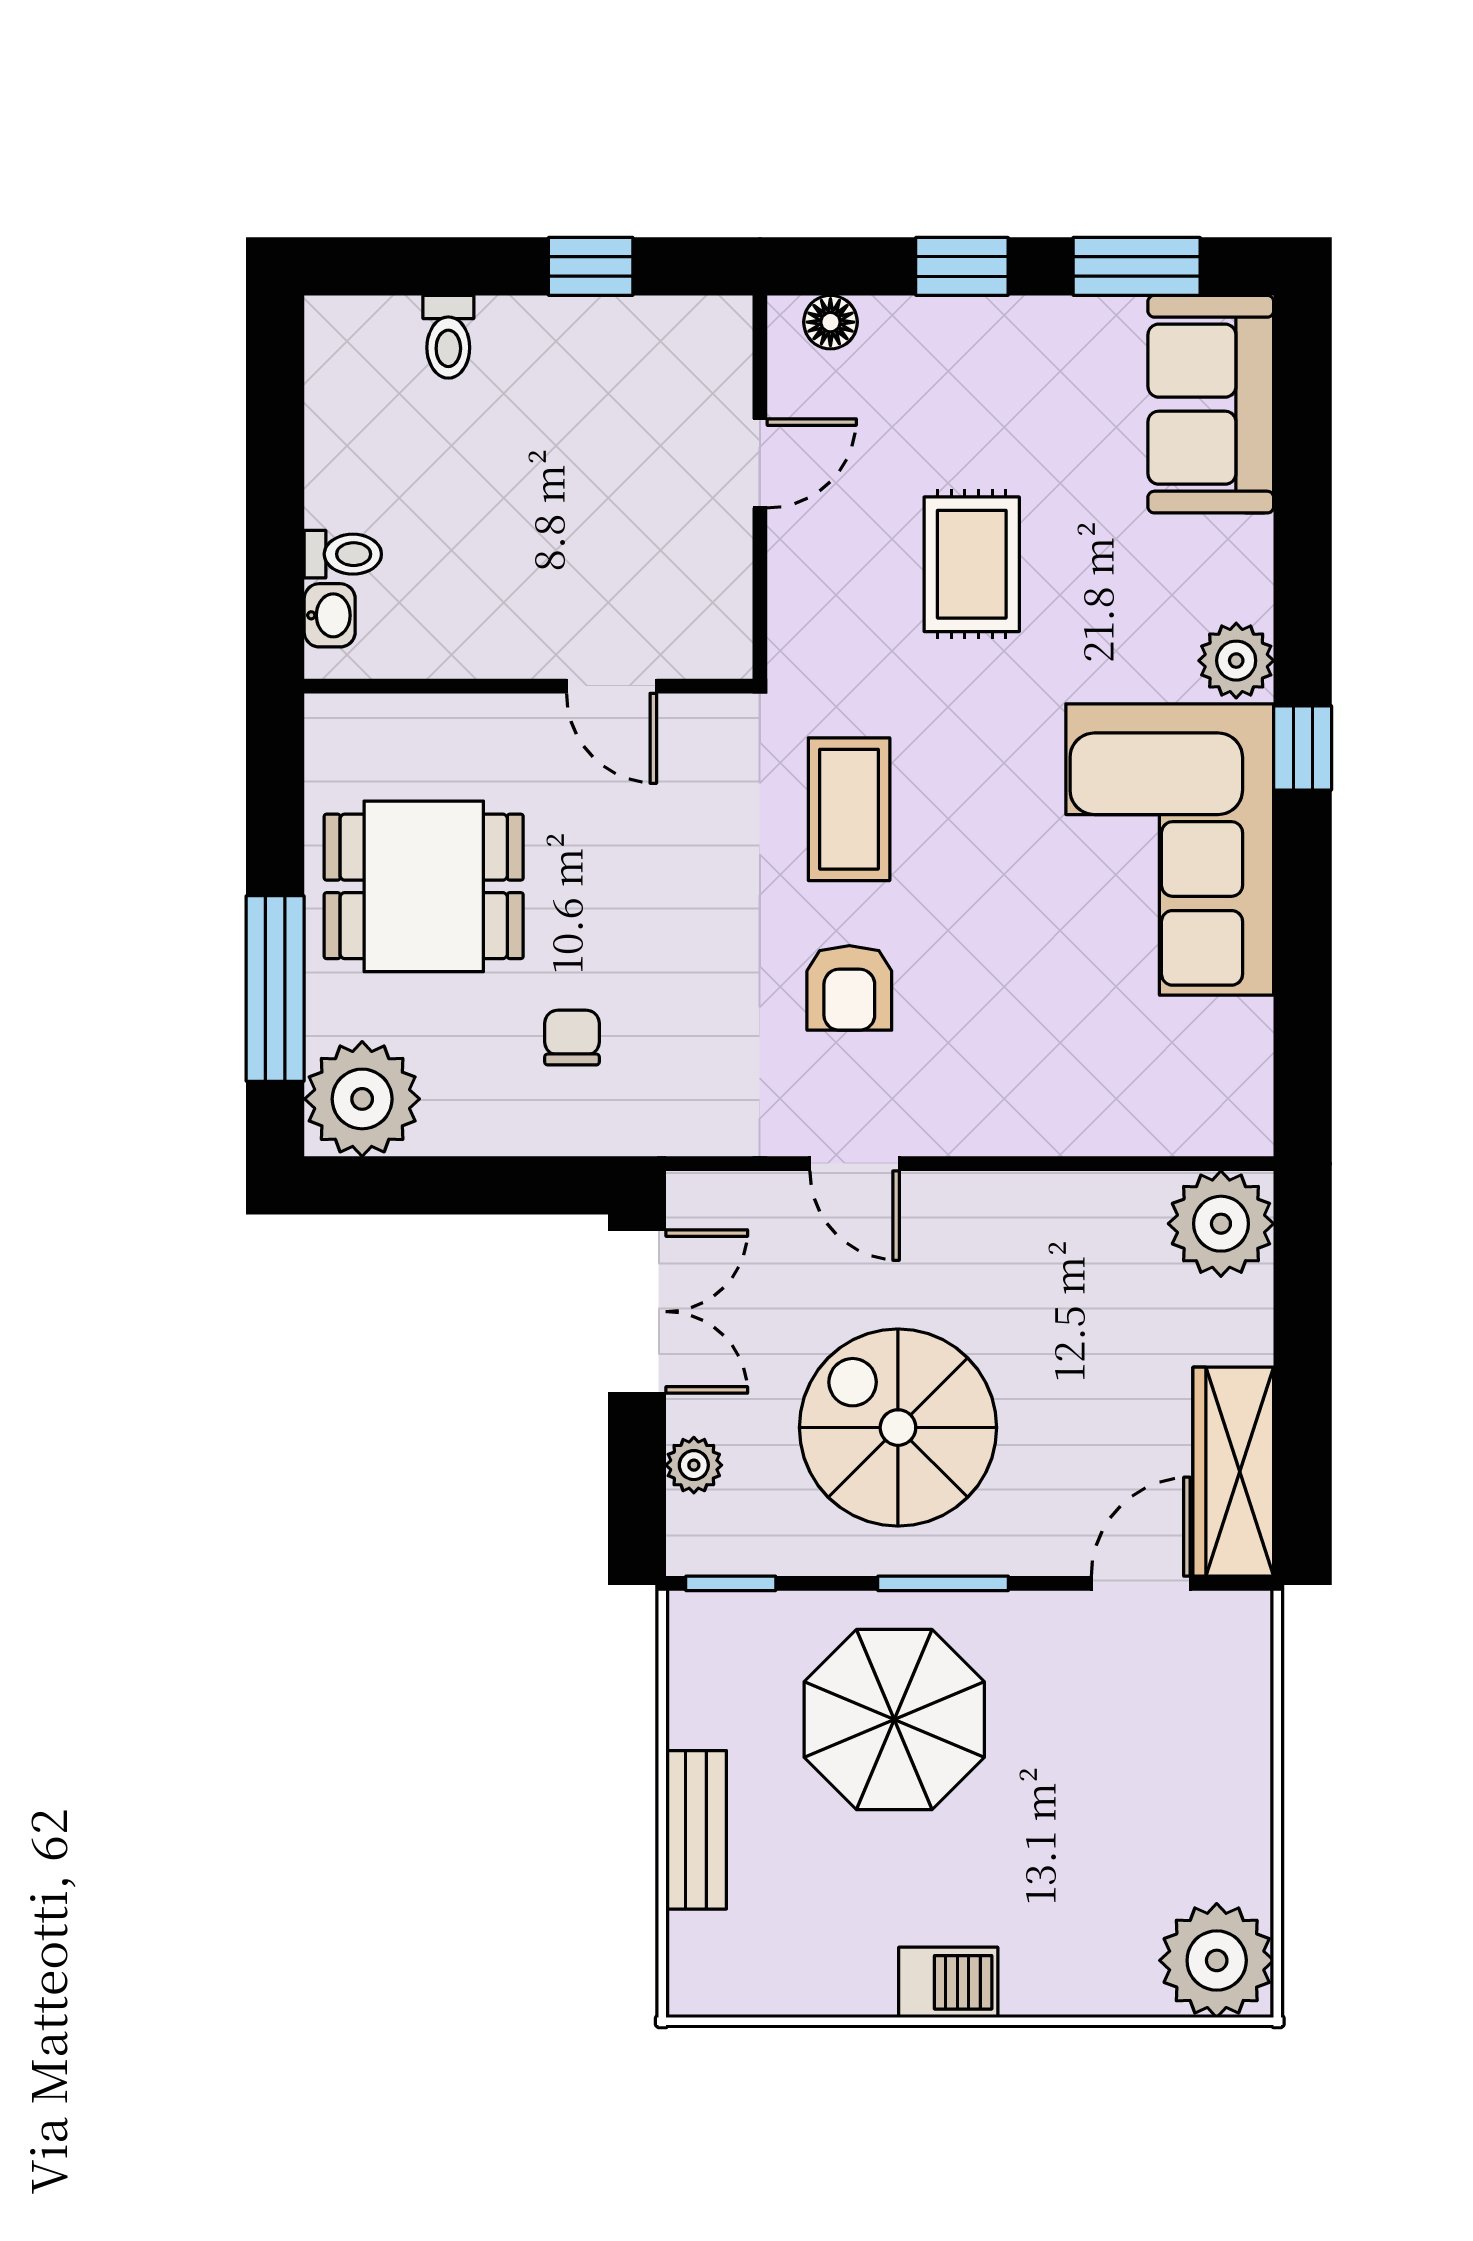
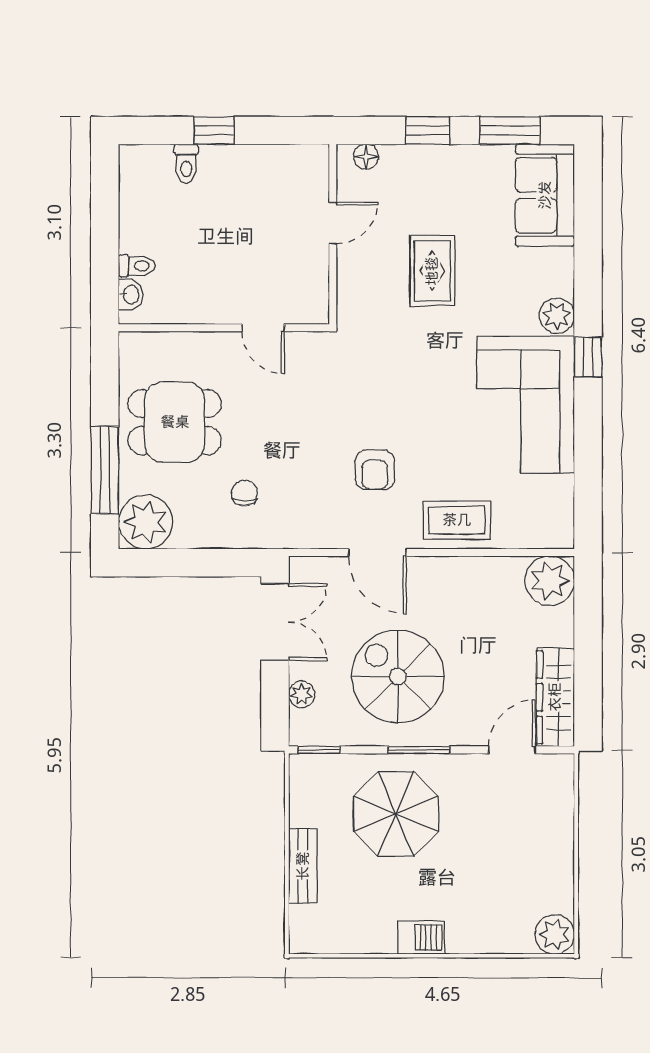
window: (591, 266) -> (214, 130), moved
coffee table: (849, 809) -> (457, 520), moved, turned 90
door: (855, 1164) -> (377, 552), width x1.38
plant: (1217, 1960) -> (555, 934), width x0.73, depth x0.73

